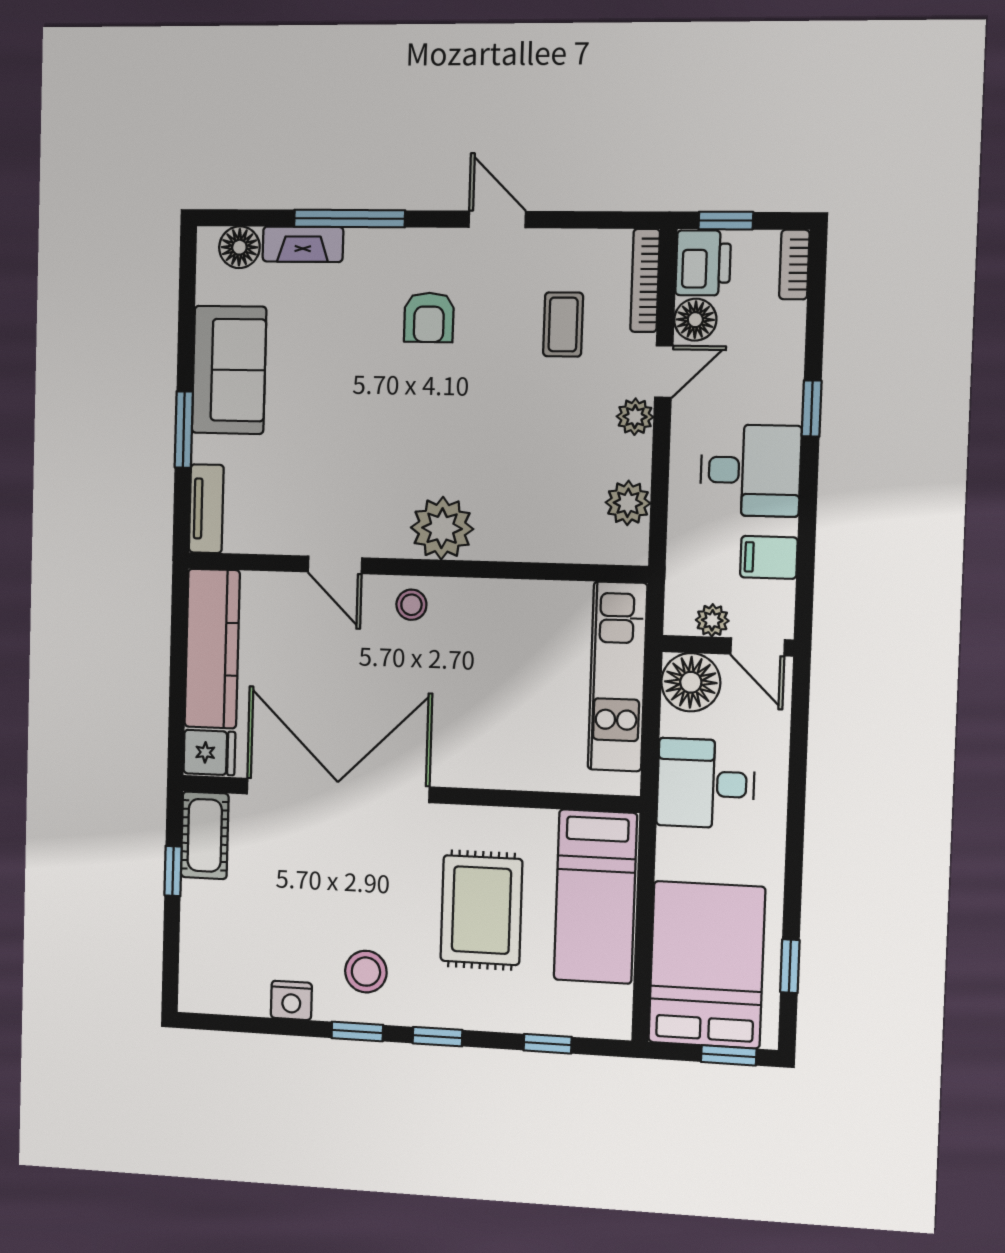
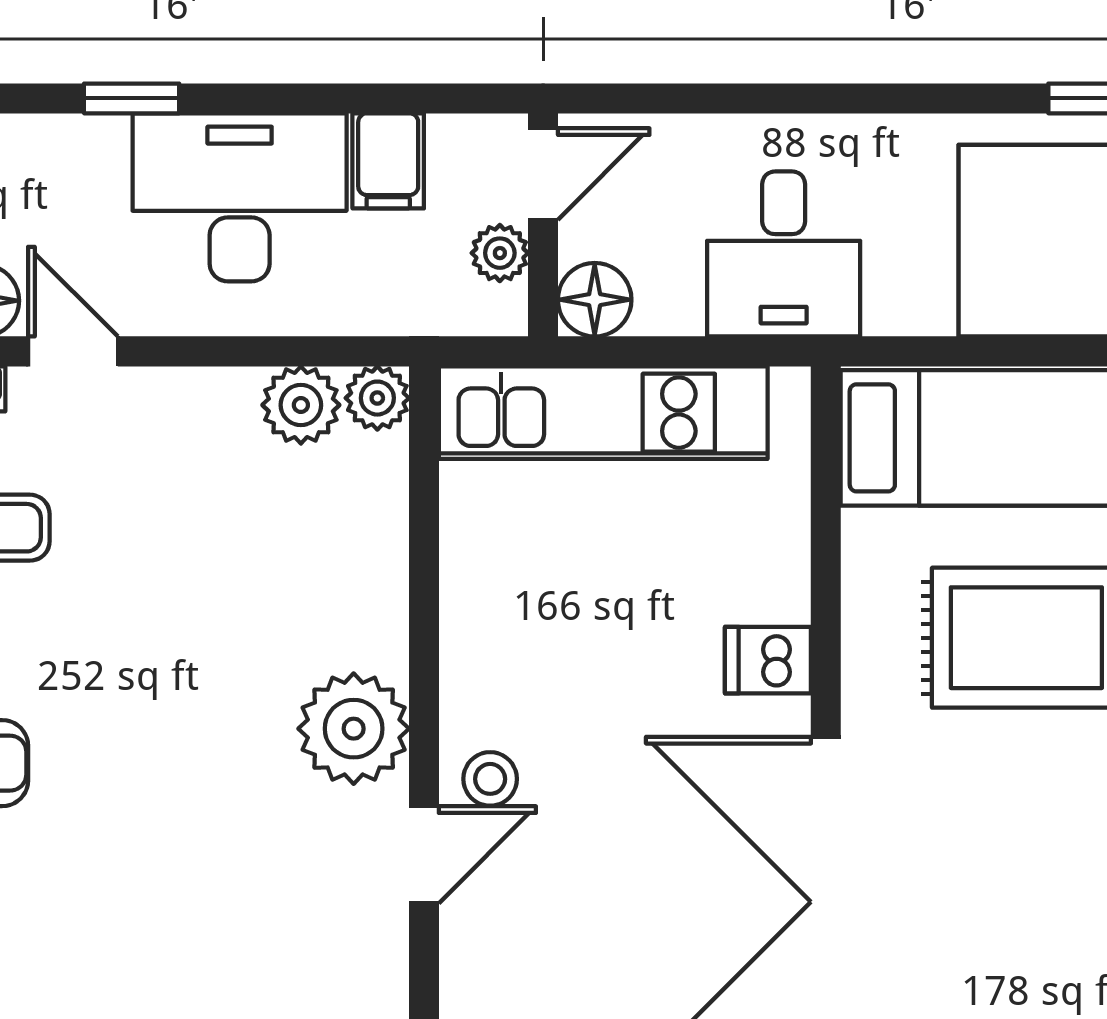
plant: (635, 417) -> (377, 398), moved
desk: (751, 470) -> (240, 197), width x1.37
door: (335, 565) -> (424, 855), moved
floor lamp: (691, 682) -> (595, 300), width x0.73, depth x0.73
dishwasher: (473, 764) -> (768, 660), added

